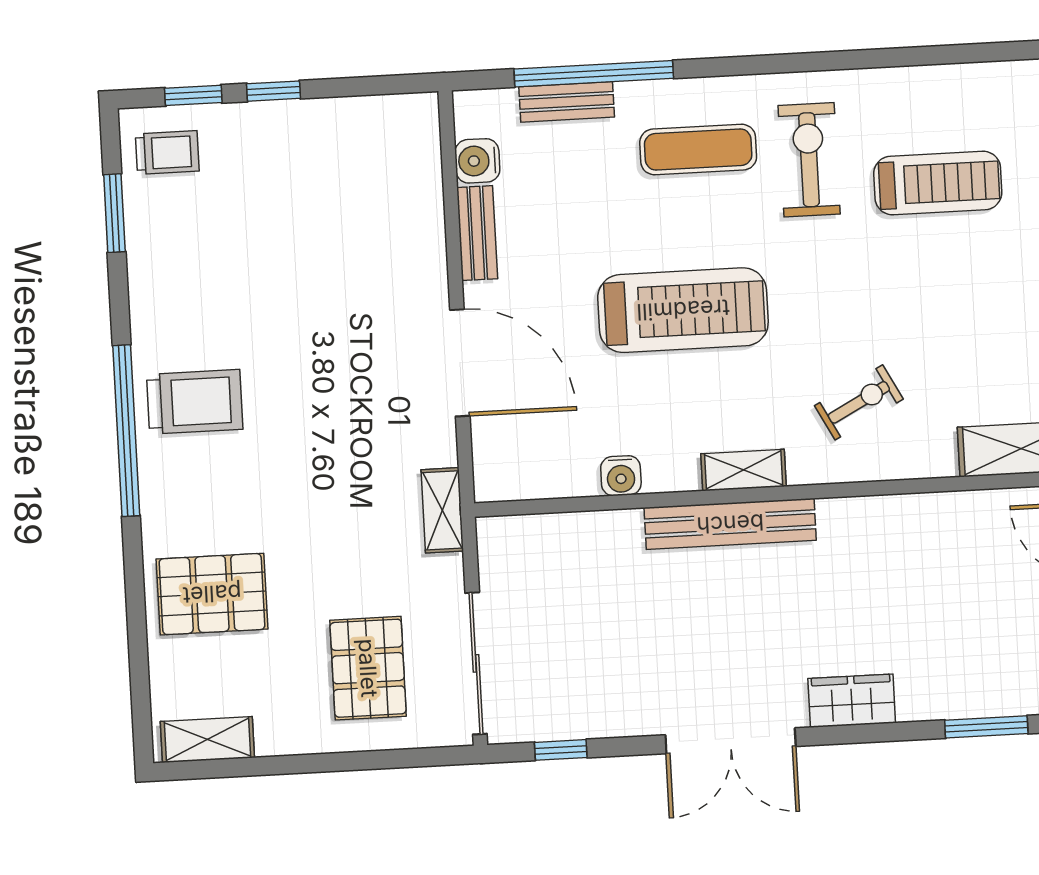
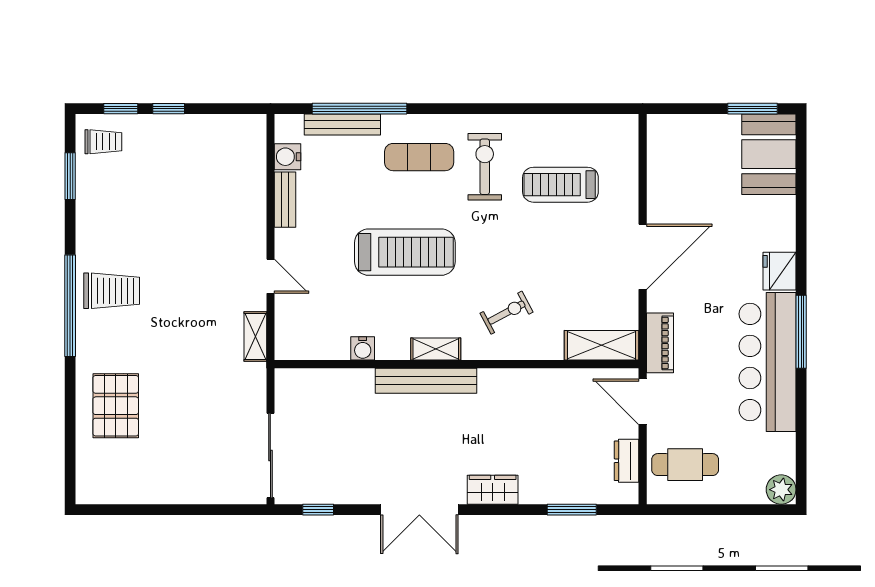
bench: (567, 102) -> (342, 125), width x1.36
treadmill: (938, 183) -> (560, 185), turned 180
door: (460, 363) -> (270, 276), width x0.53
shelving: (442, 510) -> (255, 337), moved
pallet: (212, 594) -> (116, 406), turned 90
pallet: (368, 668) -> (206, 455), removed
shelving: (207, 740) -> (108, 492), removed

